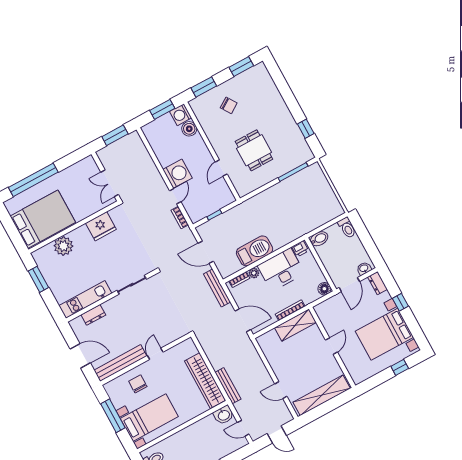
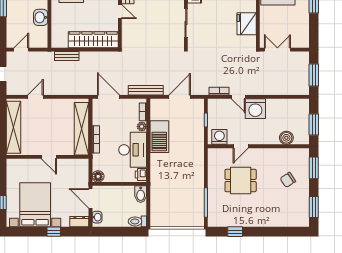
washing machine: (181, 115) -> (219, 137), moved
door: (221, 168) -> (241, 146), swing flipped
door: (243, 320) -> (108, 97), swing flipped
shelving: (295, 325) -> (82, 129), width x1.47
wardrobe: (205, 381) -> (93, 40), moved
bench: (228, 386) -> (67, 56), width x0.73
washbasin: (224, 415) -> (41, 17), moved

